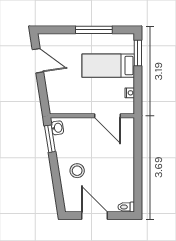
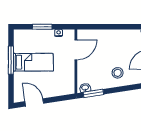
window: (138, 53) -> (42, 27), moved
door: (38, 61) -> (34, 102), hinge flipped
bed: (108, 66) -> (33, 62), moved, turned -90

